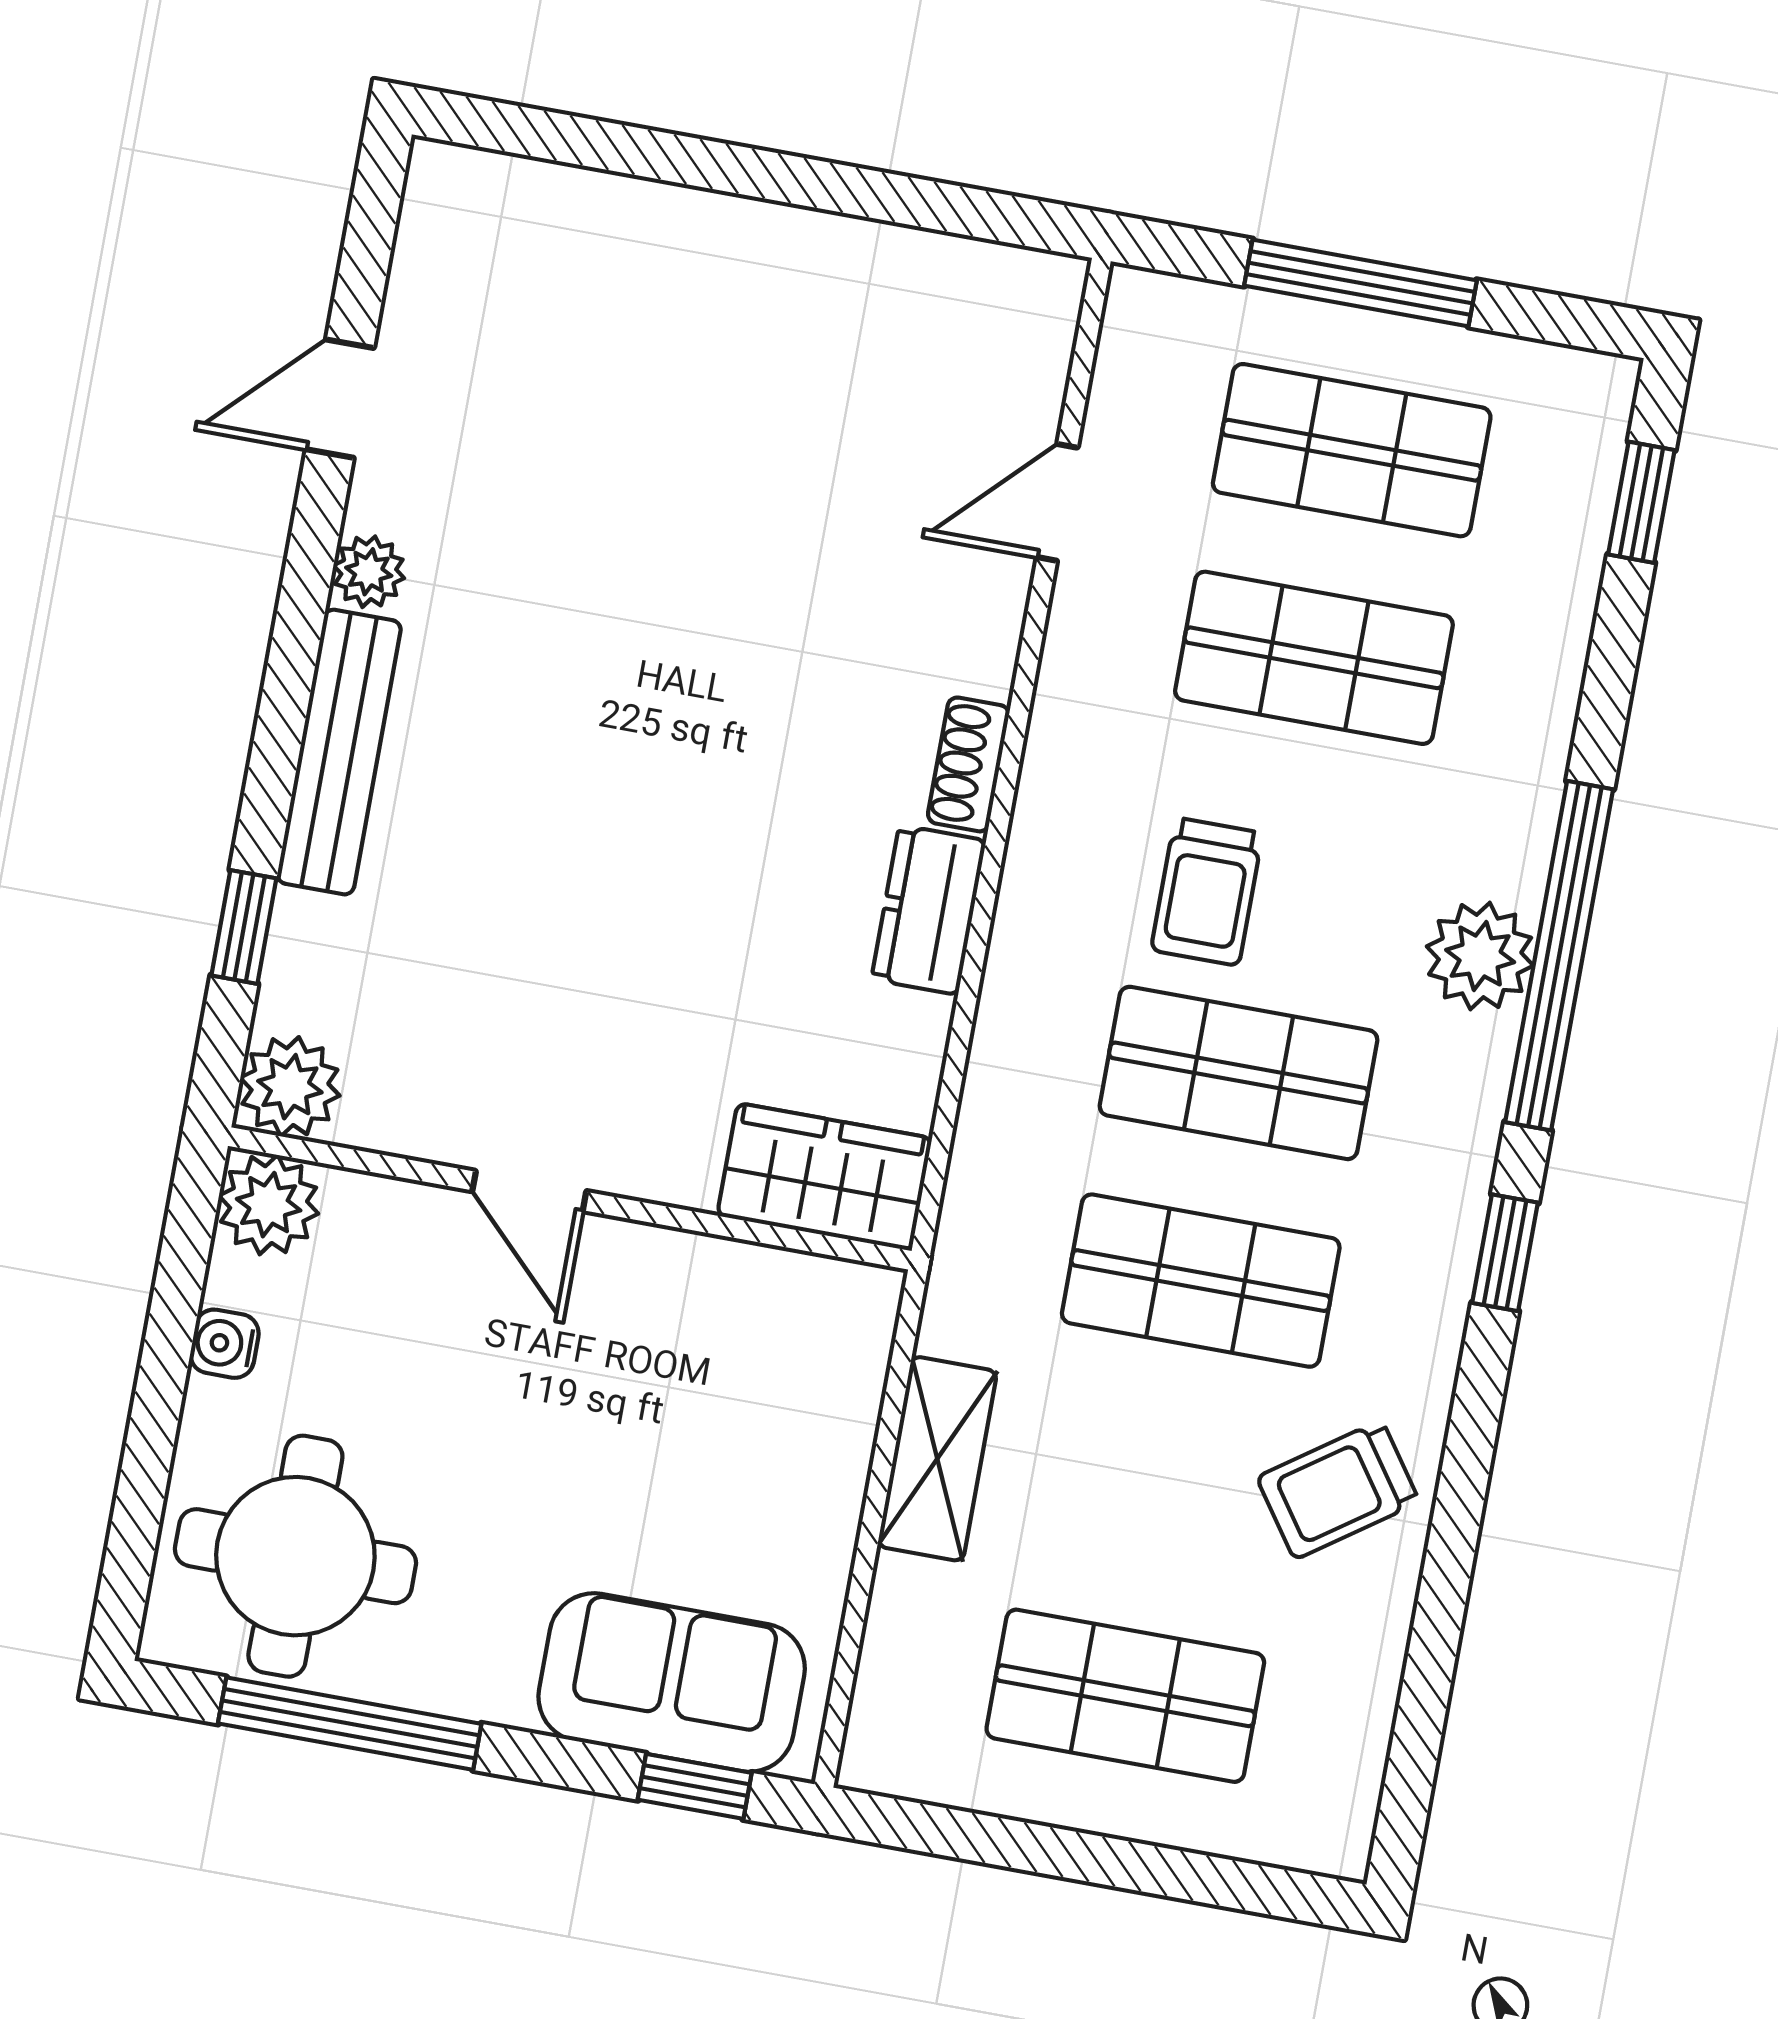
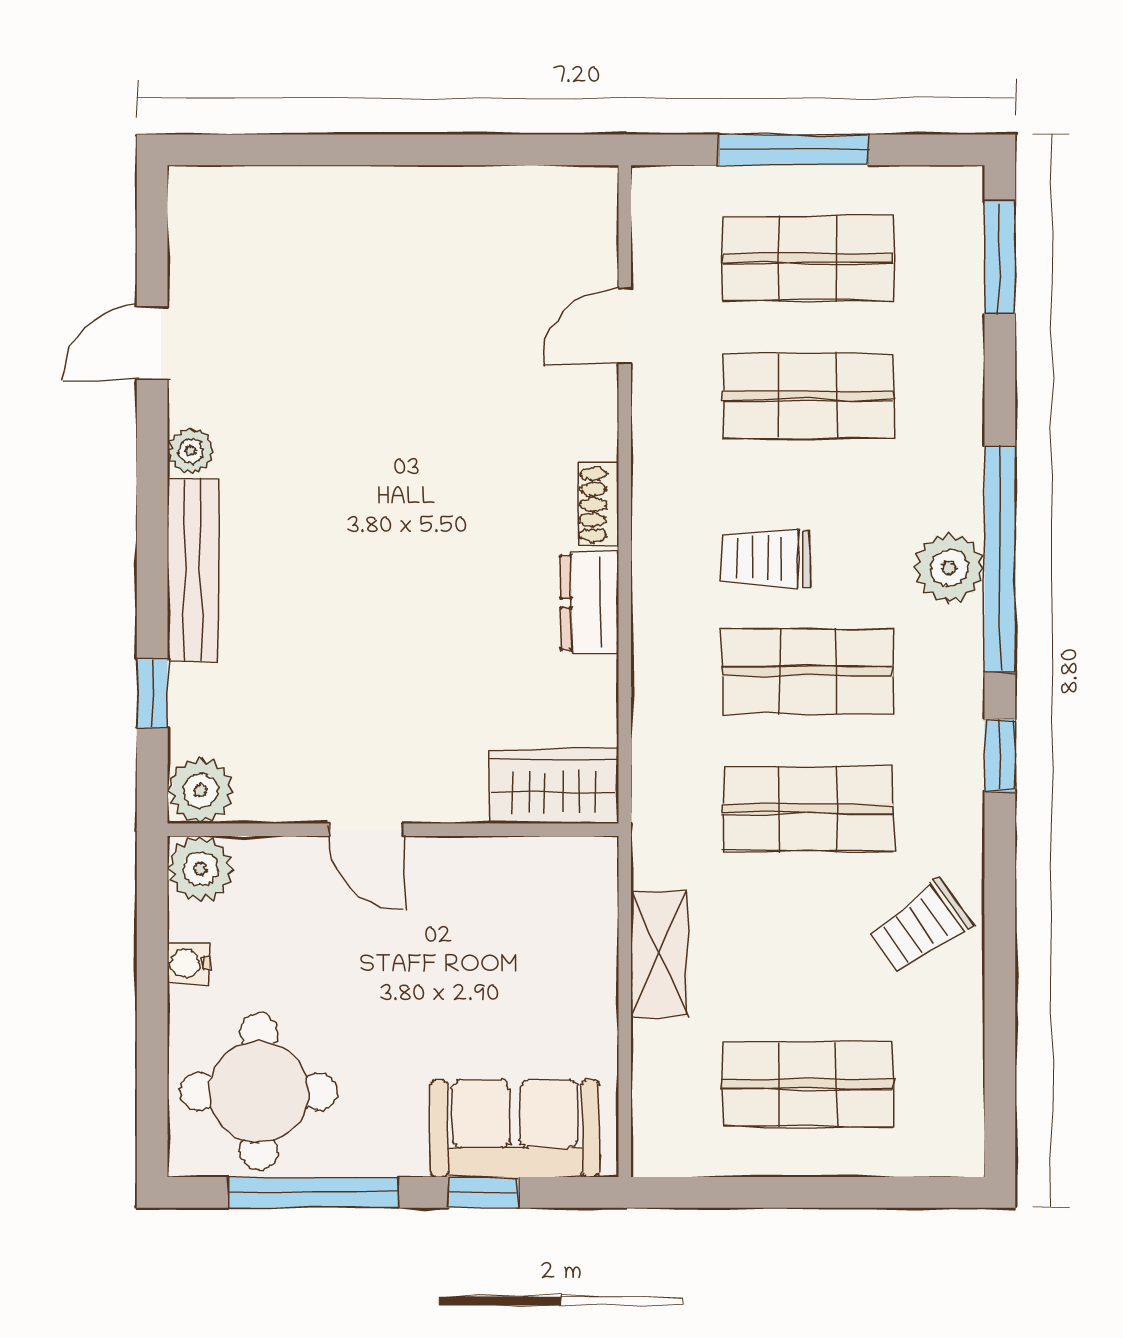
window: (1641, 502) -> (1000, 258), width x1.50
trolley: (1207, 892) -> (766, 558), turned 90
window: (695, 1786) -> (483, 1192), moved

